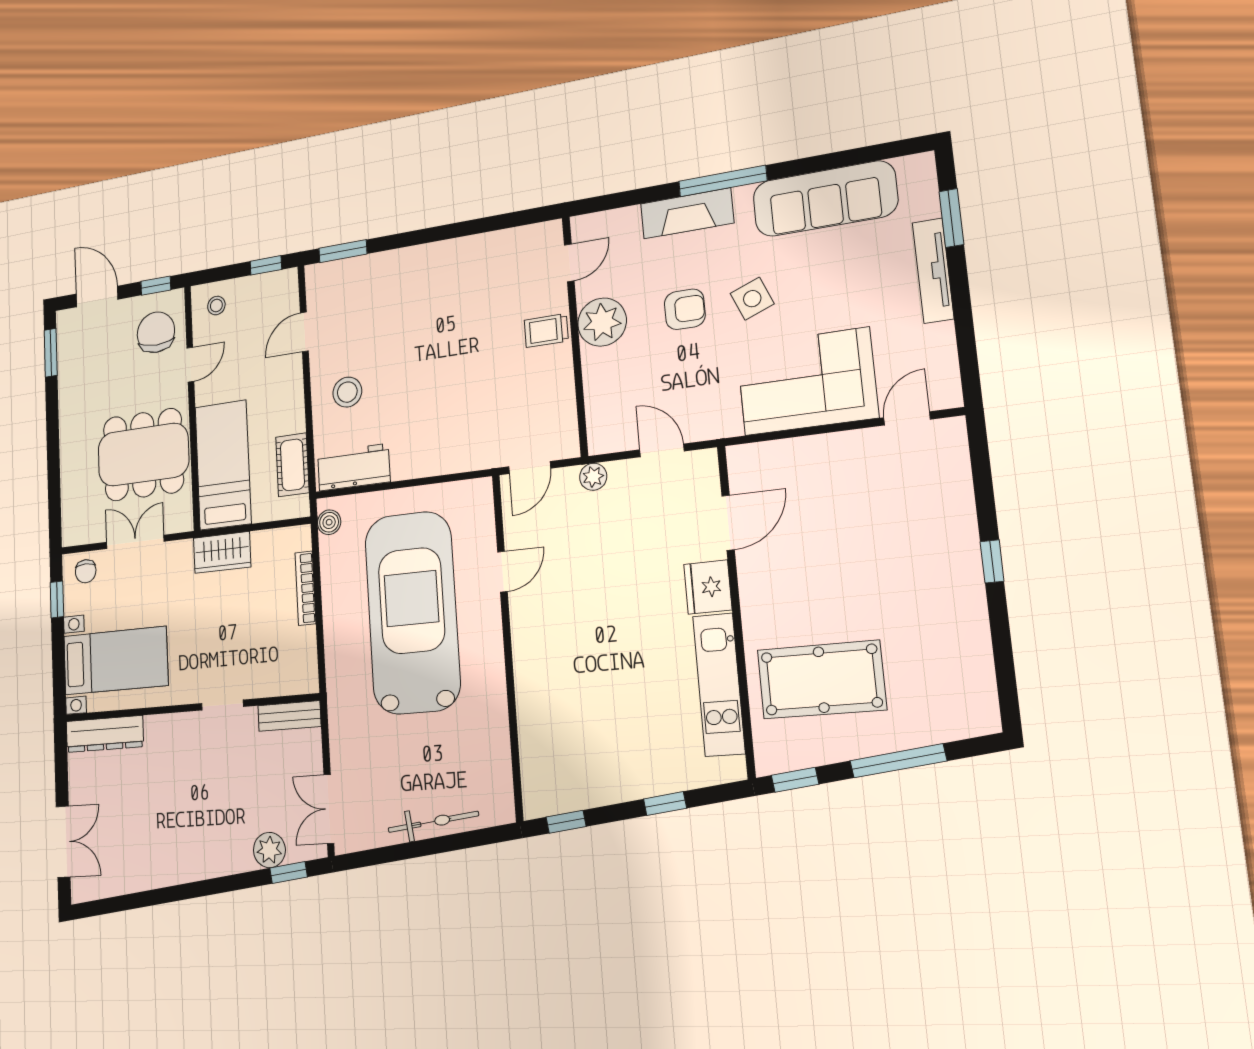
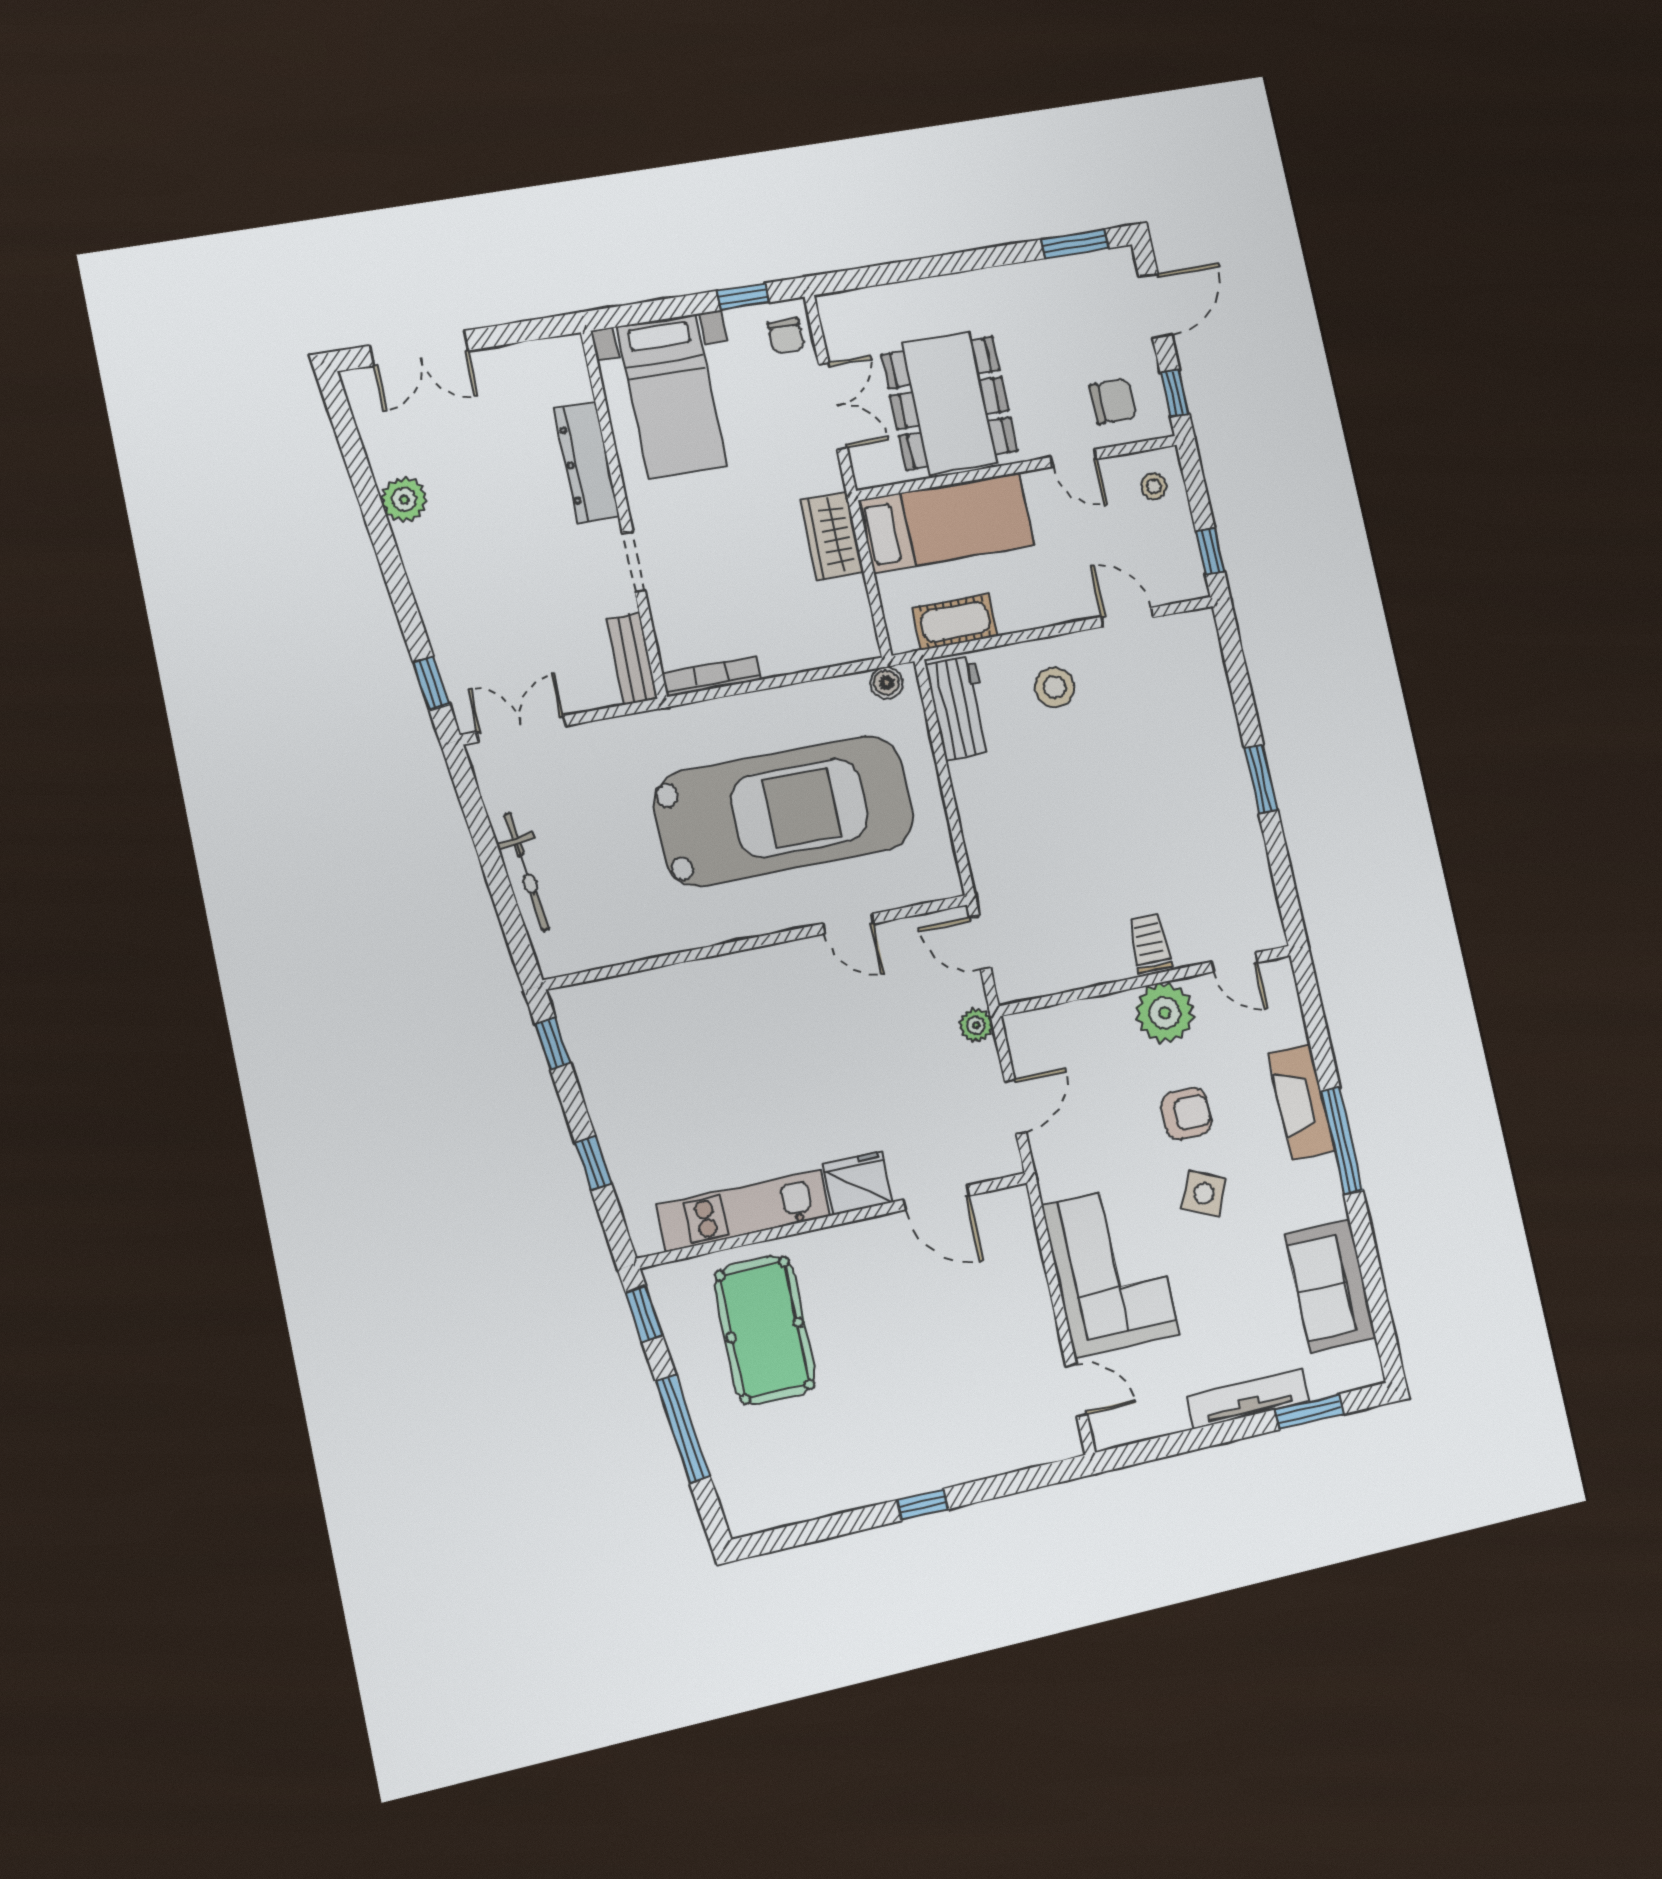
sofa: (825, 199) -> (1330, 1286), width x0.73
window: (343, 251) -> (1261, 779), moved
side table: (752, 299) -> (1204, 1193), turned 45
armchair: (685, 309) -> (1186, 1114), turned -90
chair: (156, 332) -> (1113, 401), width x0.73, depth x0.73
chair: (86, 571) -> (786, 336), turned -90
bookcase: (305, 588) -> (711, 677), moved
dresser: (105, 734) -> (587, 463), moved
plant: (269, 850) -> (404, 500), moved

